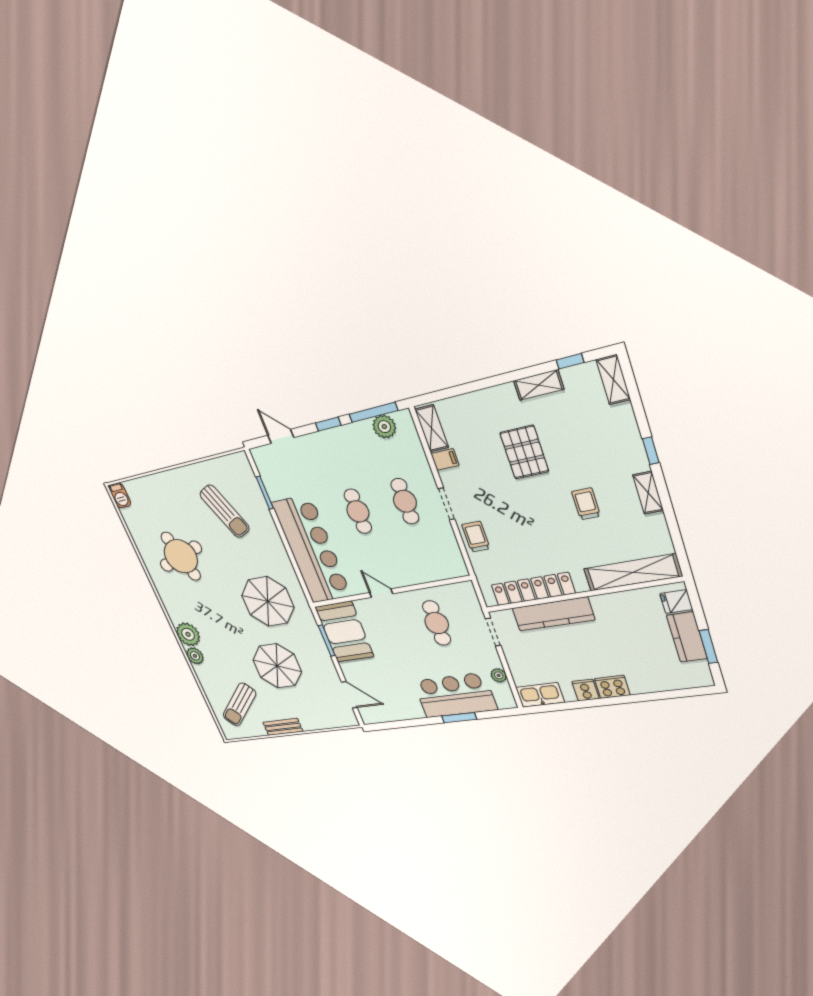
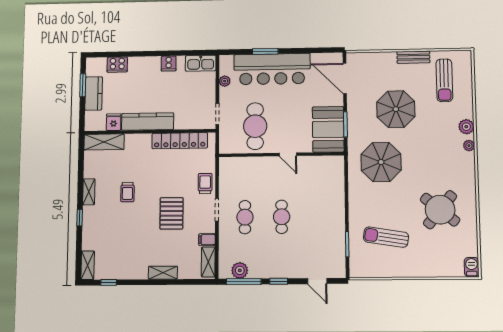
shelving: (539, 385) -> (163, 273), moved
pallet: (524, 452) -> (172, 213), moved
sun lounger: (225, 511) -> (386, 237), turned -58
trolley: (476, 537) -> (205, 184), turned 180
bar counter: (312, 550) -> (328, 196), removed
round table: (181, 556) -> (440, 210), turned -35
shelving: (633, 573) -> (104, 142), width x0.68
fridge: (676, 602) -> (114, 122), moved, turned -90
kitchen counter: (553, 614) -> (148, 121), moved
cafe table: (437, 623) -> (255, 126), width x1.37, depth x1.35
plant: (188, 634) -> (469, 146), width x0.53, depth x0.53
cooker: (612, 687) -> (117, 65), moved
door: (349, 695) -> (345, 79), width x1.36
bar counter: (455, 695) -> (272, 69), width x1.36
sun lounger: (239, 704) -> (444, 80), turned 132

